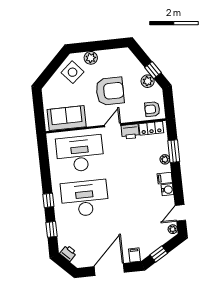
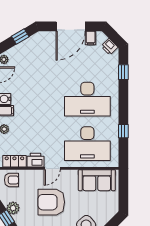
window: (48, 200) -> (123, 131), moved
filing cabinet: (134, 255) -> (91, 38), moved

